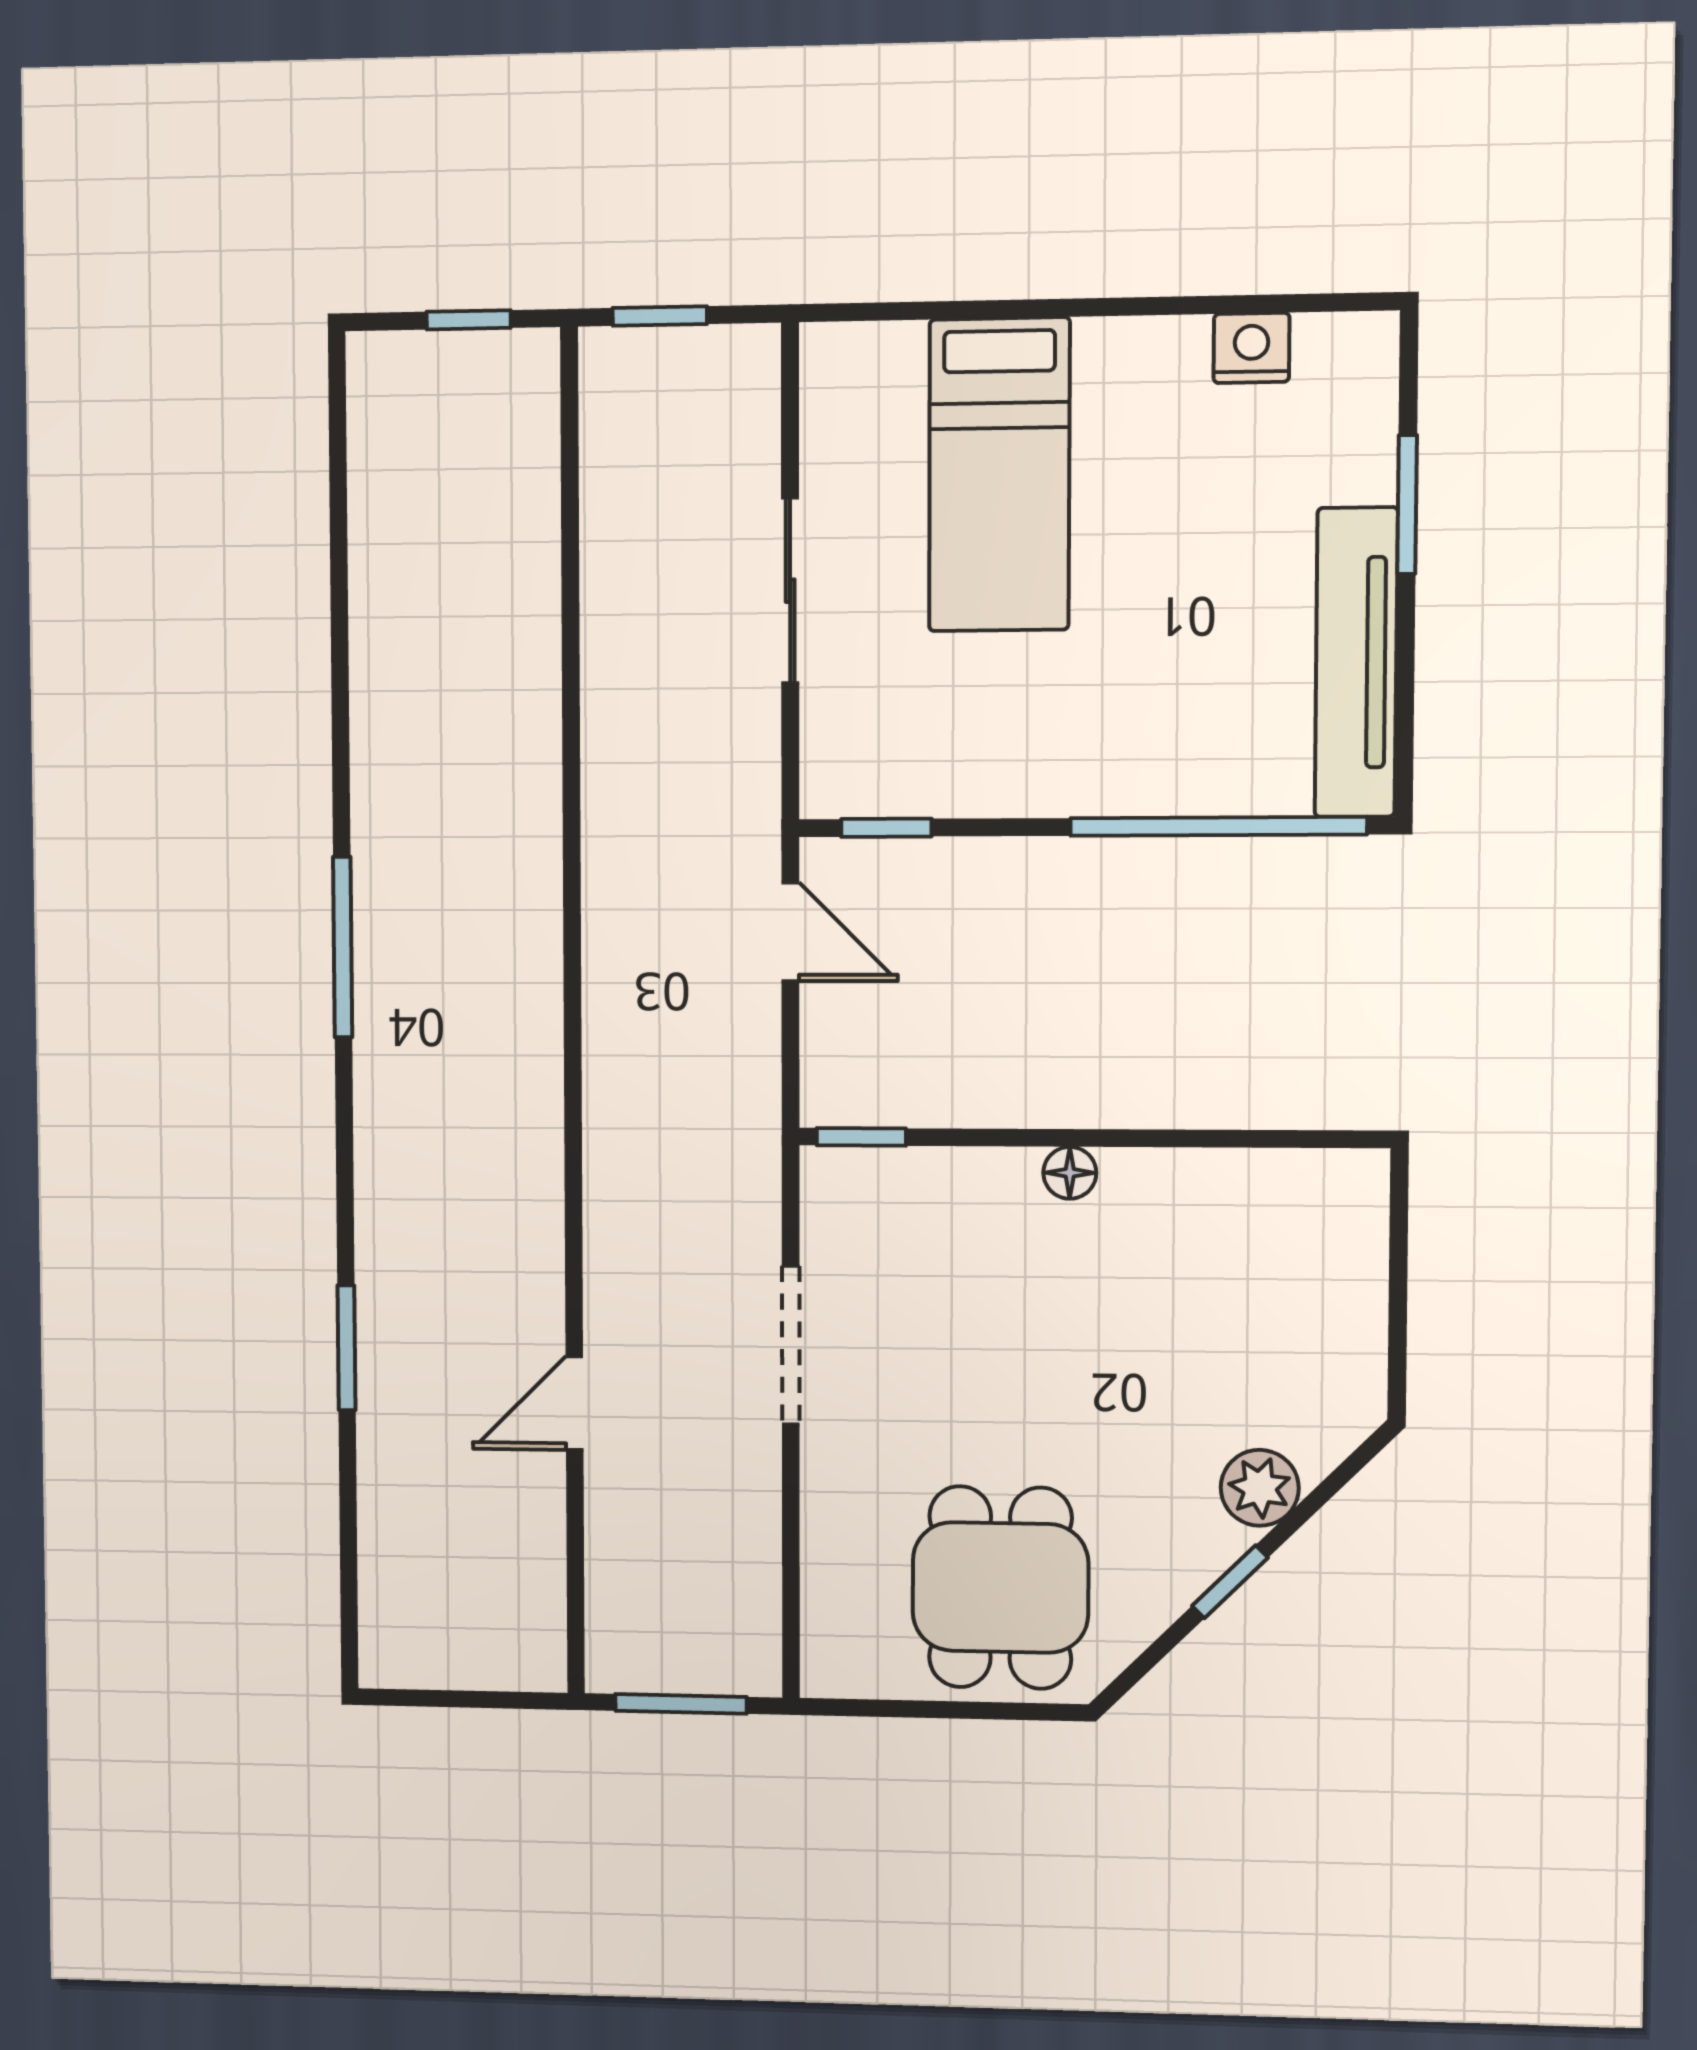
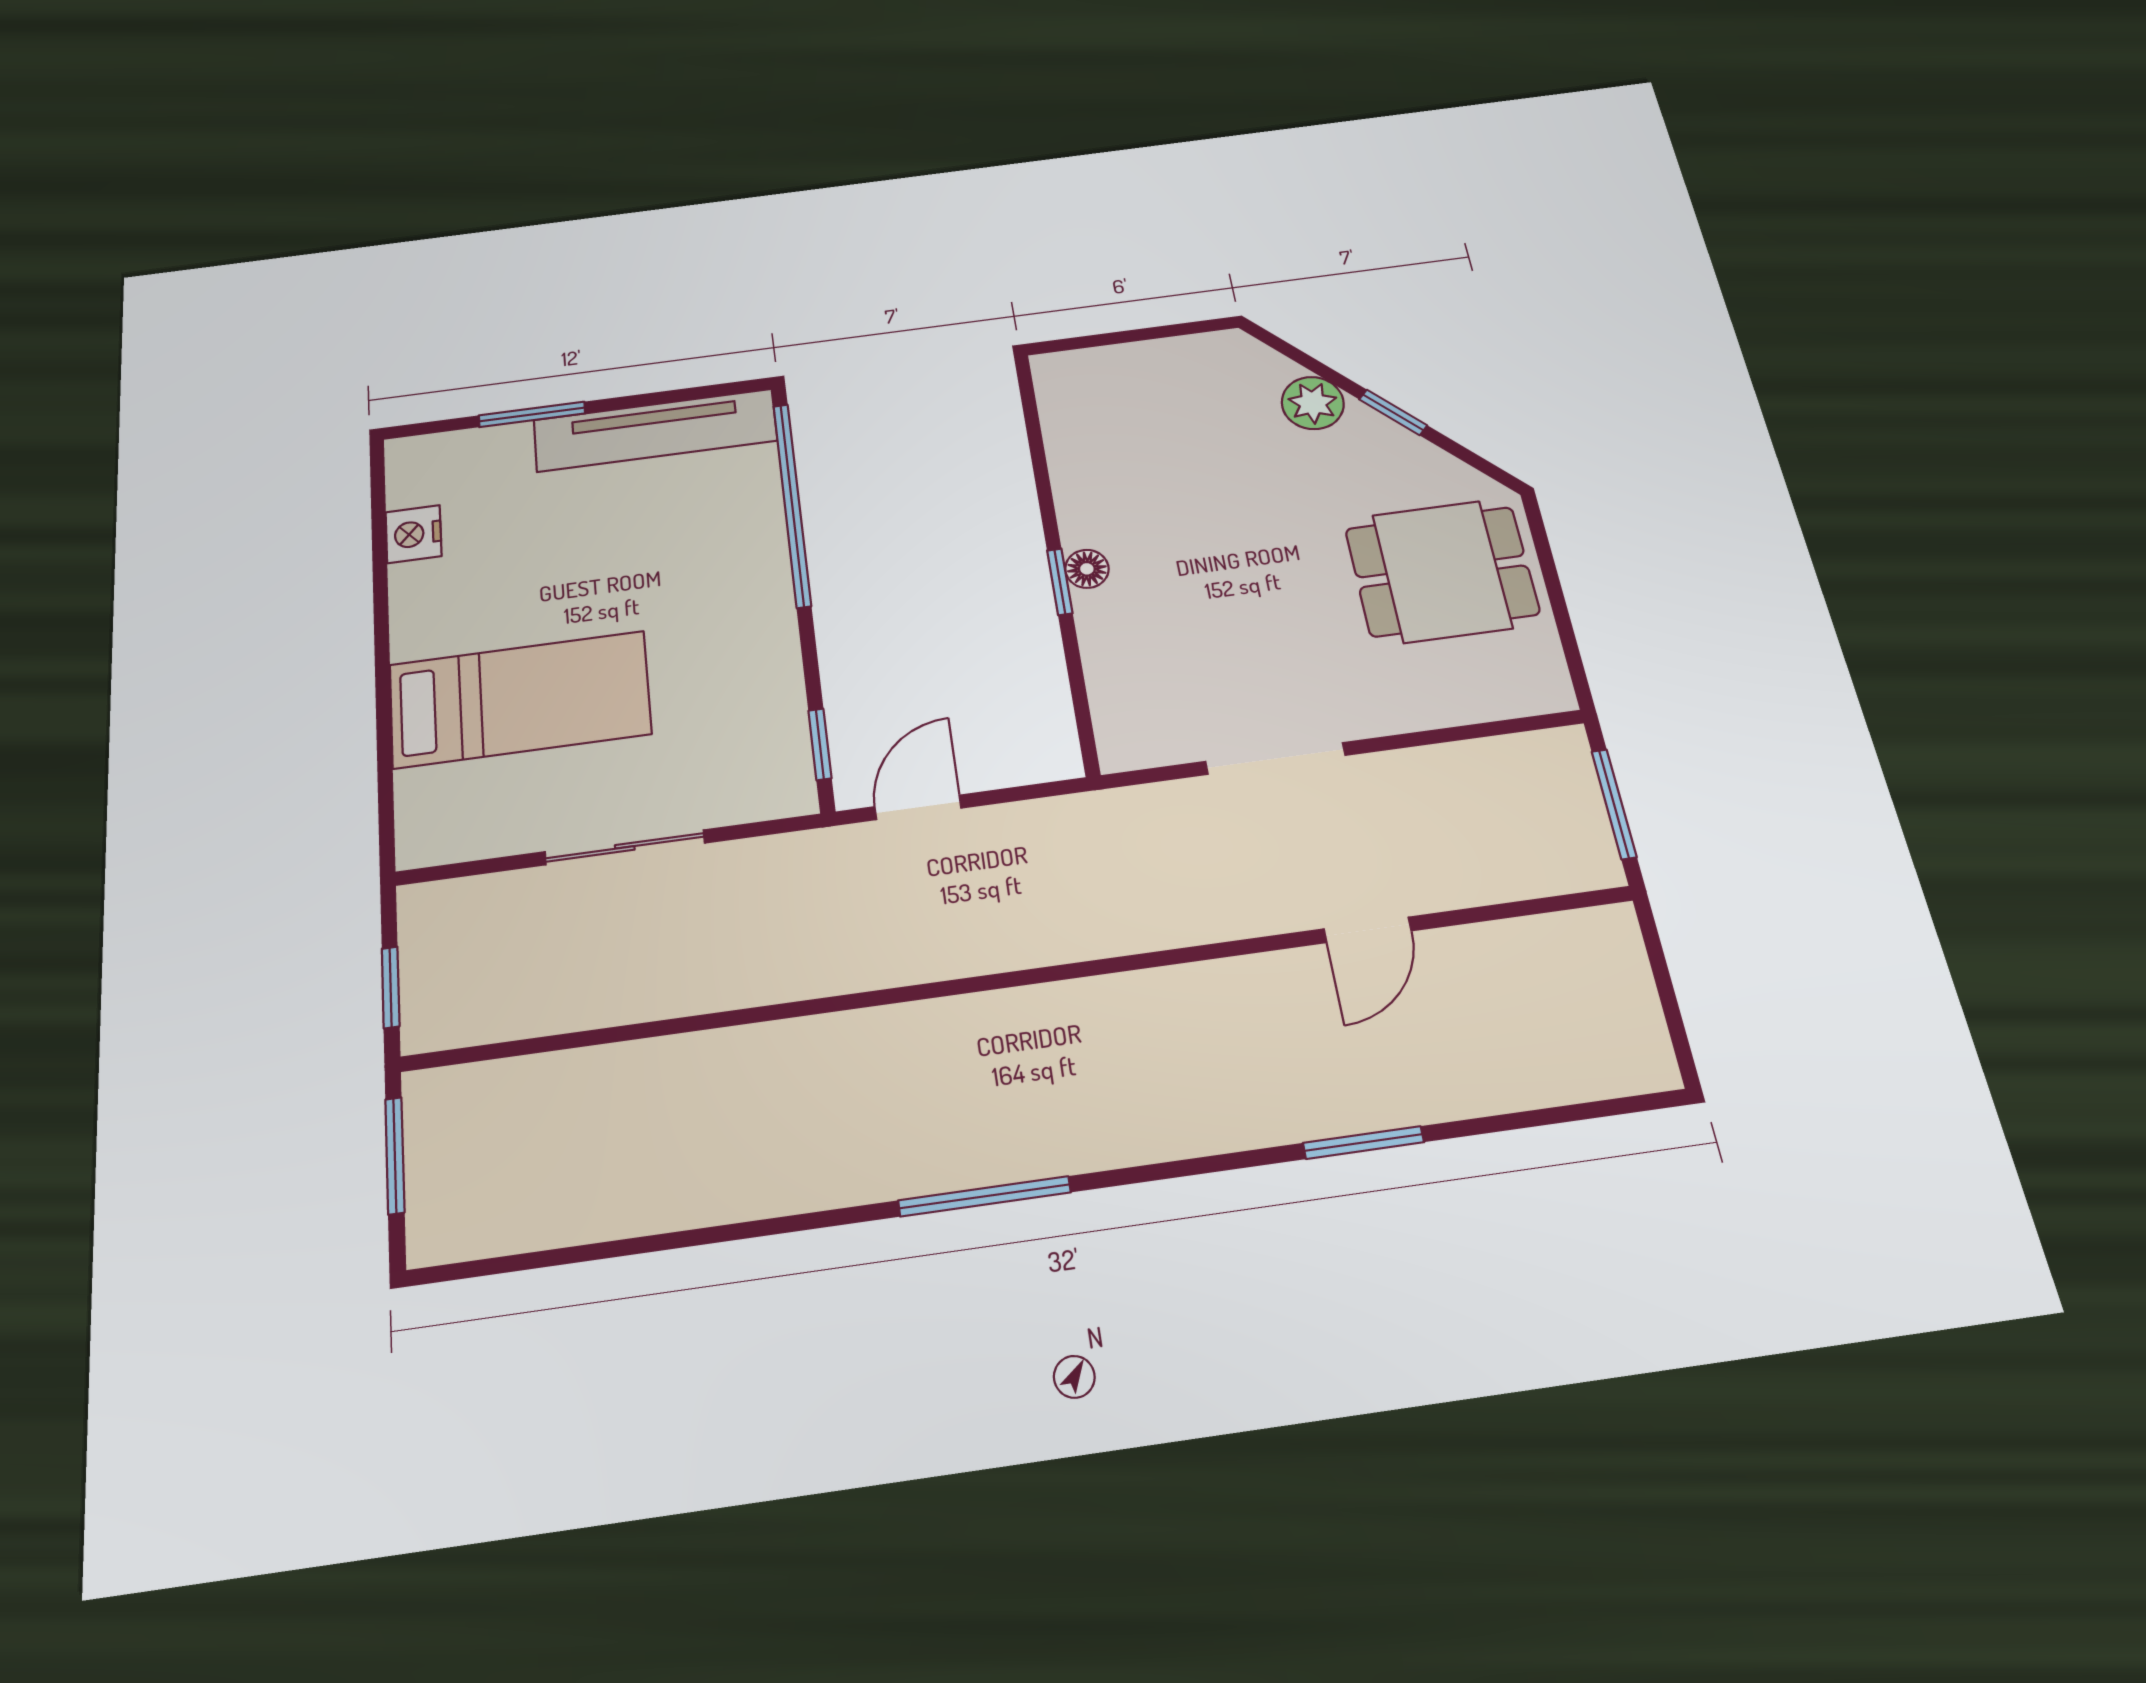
window: (469, 320) -> (395, 1155), width x1.50
window: (861, 1137) -> (1060, 582), moved
door: (575, 1403) -> (1368, 930), hinge flipped

